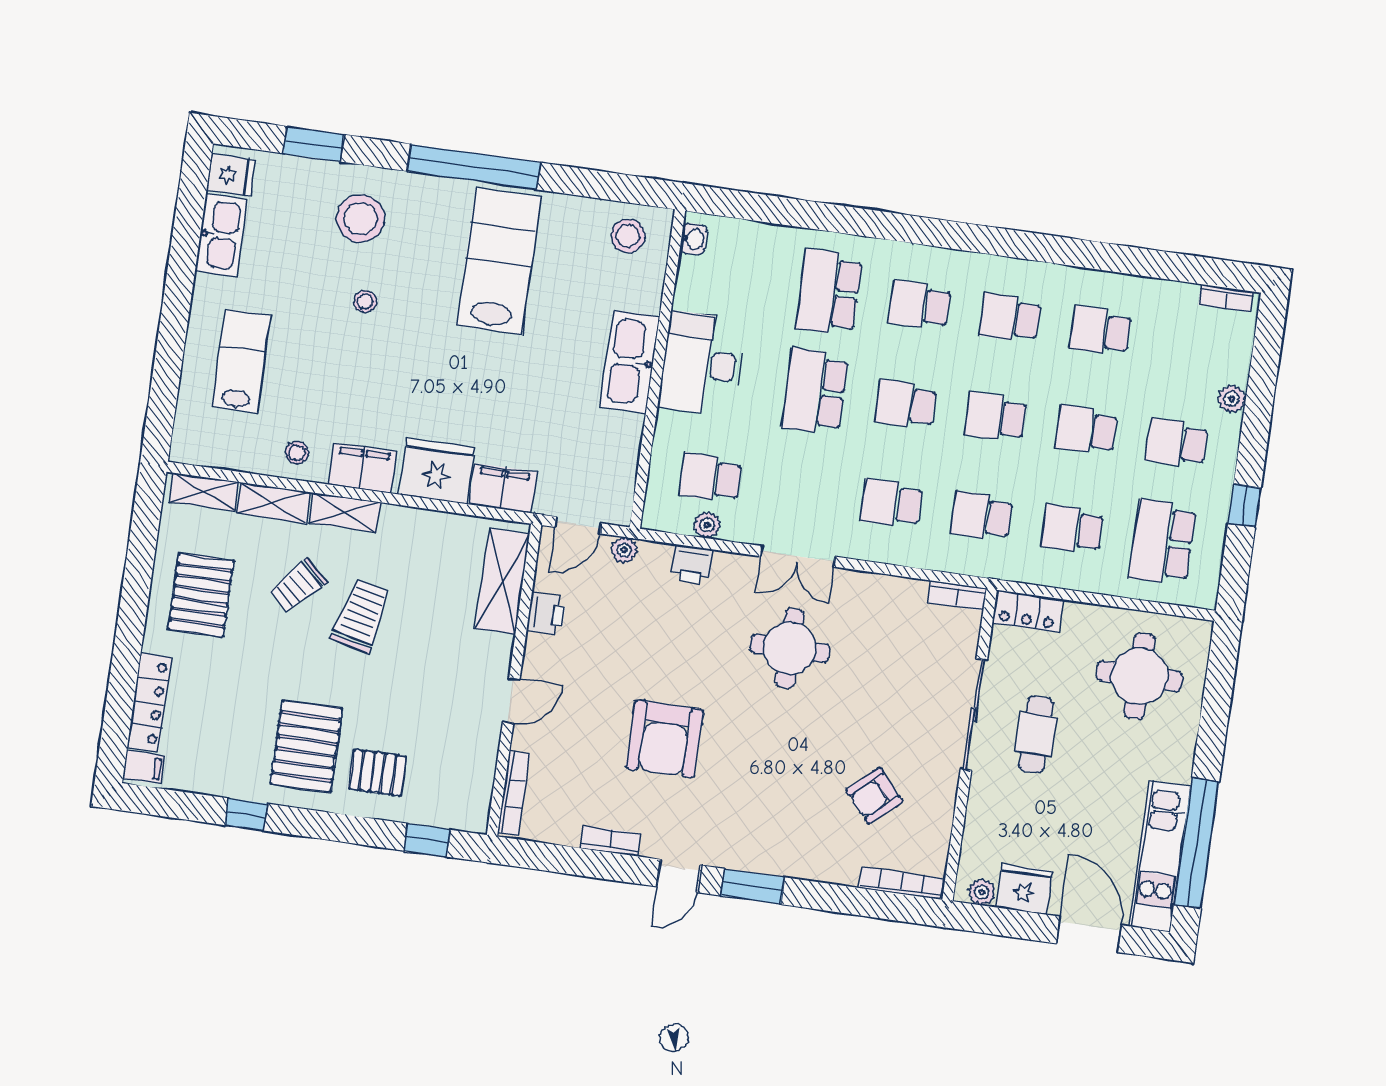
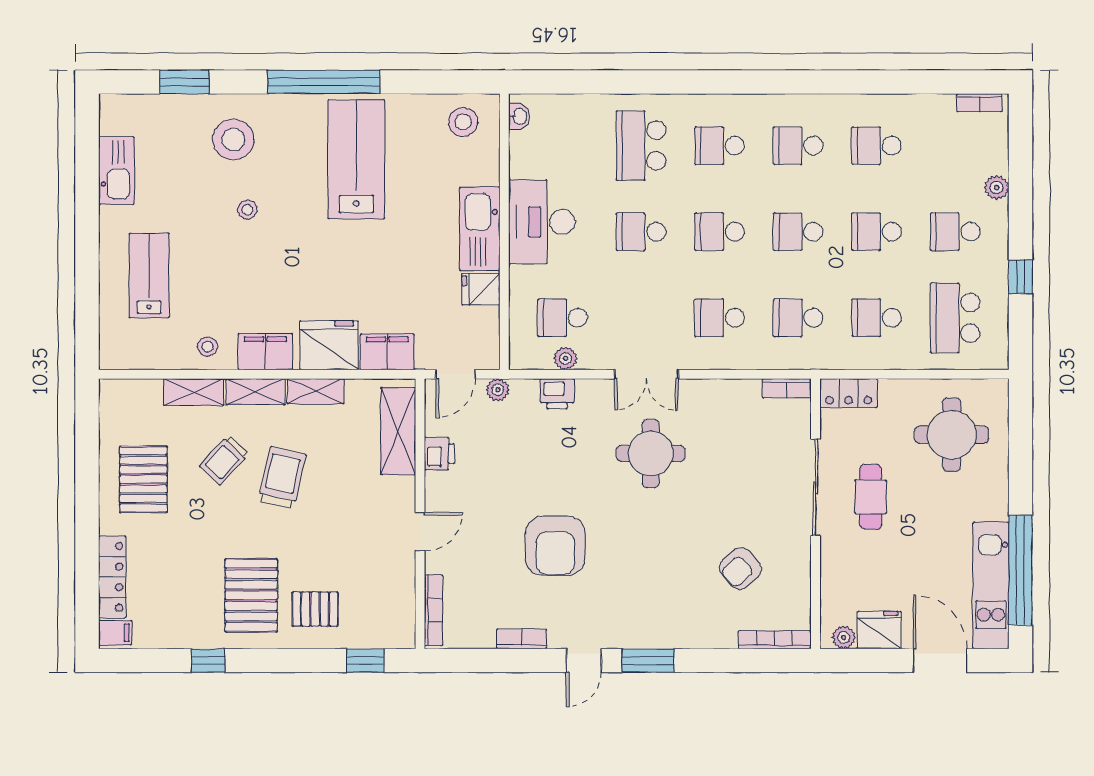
fridge: (231, 175) -> (481, 289), moved, turned 180
school desk: (815, 391) -> (641, 232), width x0.54
shelving: (204, 492) -> (316, 391), moved

